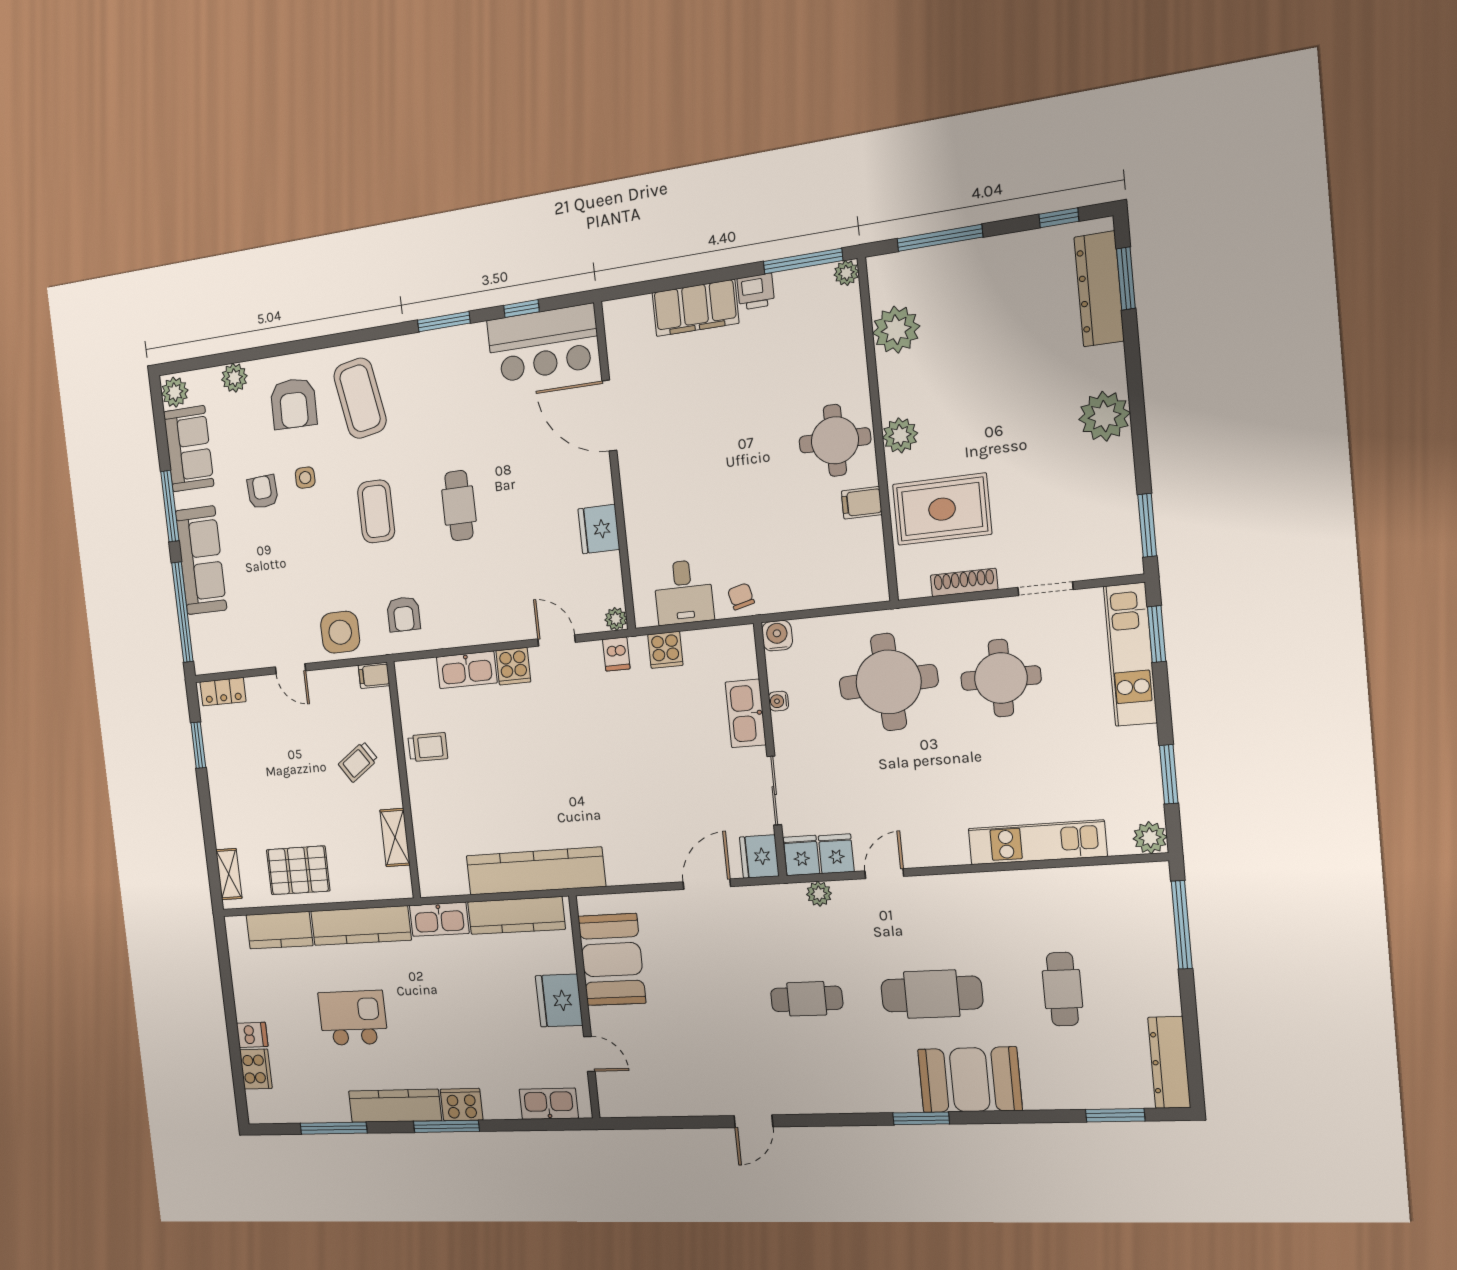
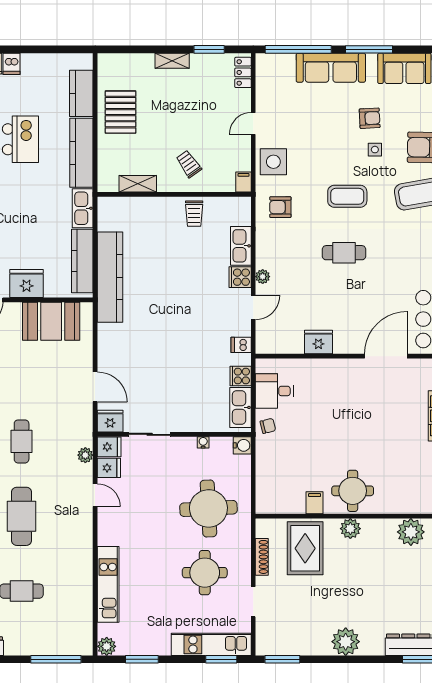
plant: (616, 619) -> (263, 277), moved
kitchen sink: (746, 713) -> (241, 407), moved, turned -90
shelving: (229, 874) -> (172, 61), moved

